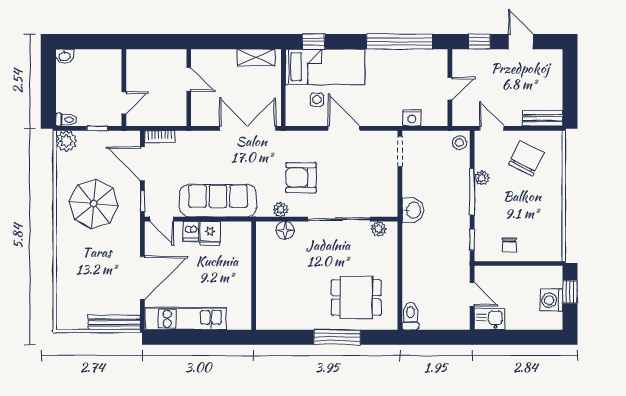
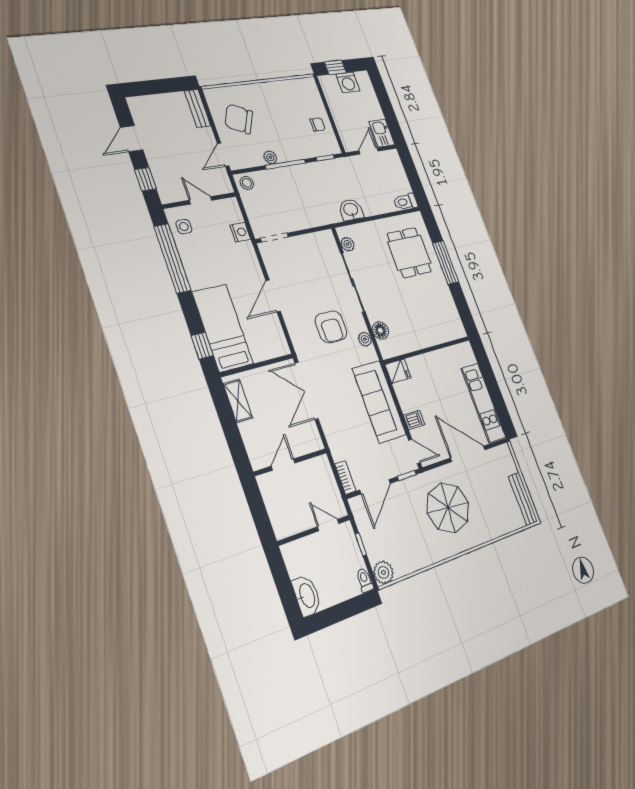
washbasin: (65, 56) -> (307, 596), width x1.91, depth x1.45
side table: (317, 100) -> (184, 227), moved
parasol: (94, 204) -> (448, 508), moved
washbasin: (413, 210) -> (351, 210), moved
door: (162, 219) -> (414, 451), hinge flipped
fridge: (210, 233) -> (398, 371), moved
bench: (114, 323) -> (523, 499), moved

